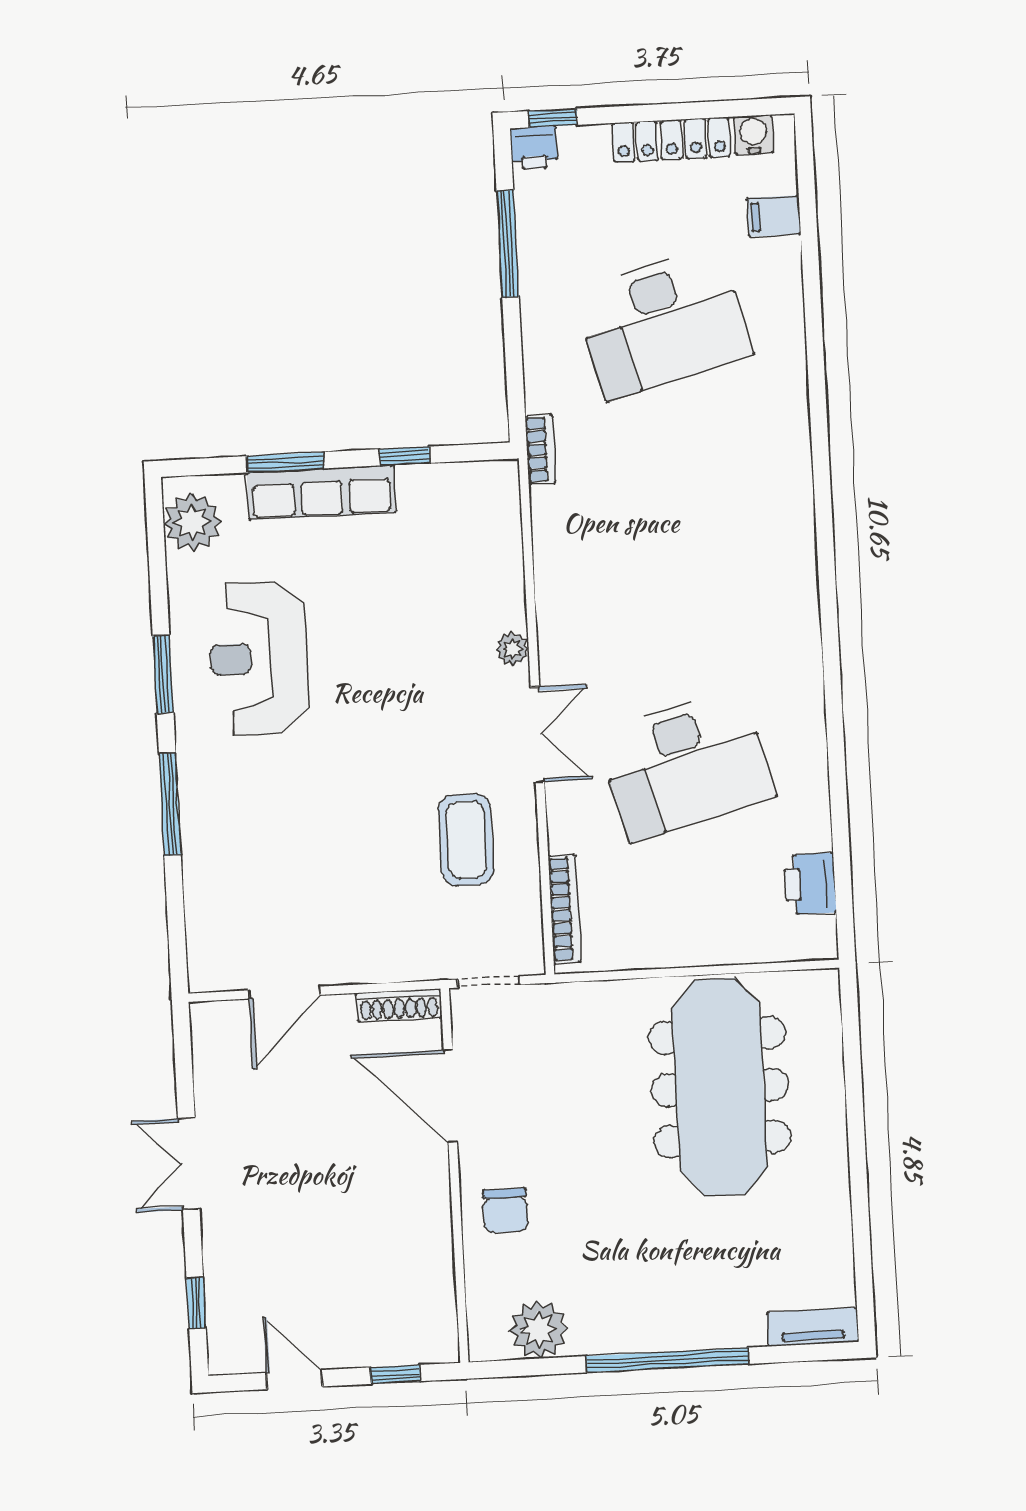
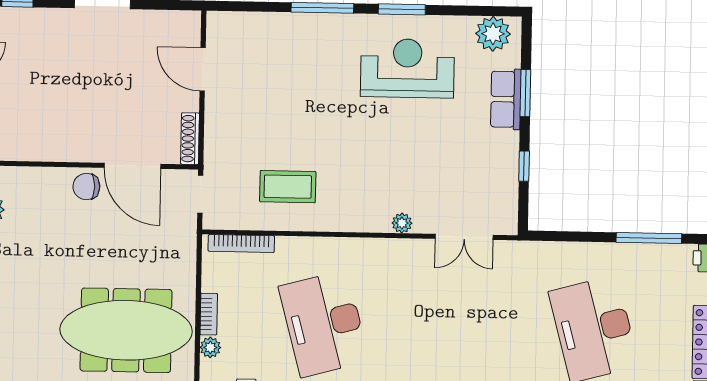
bookcase: (540, 450) -> (209, 314), moved, turned -90
row of seats: (322, 492) -> (506, 99), width x0.68
double door: (537, 735) -> (464, 237), moved
plant: (738, 948) -> (210, 347), added
door: (450, 1096) -> (132, 166), swing flipped
chair: (505, 1211) -> (86, 186), moved

